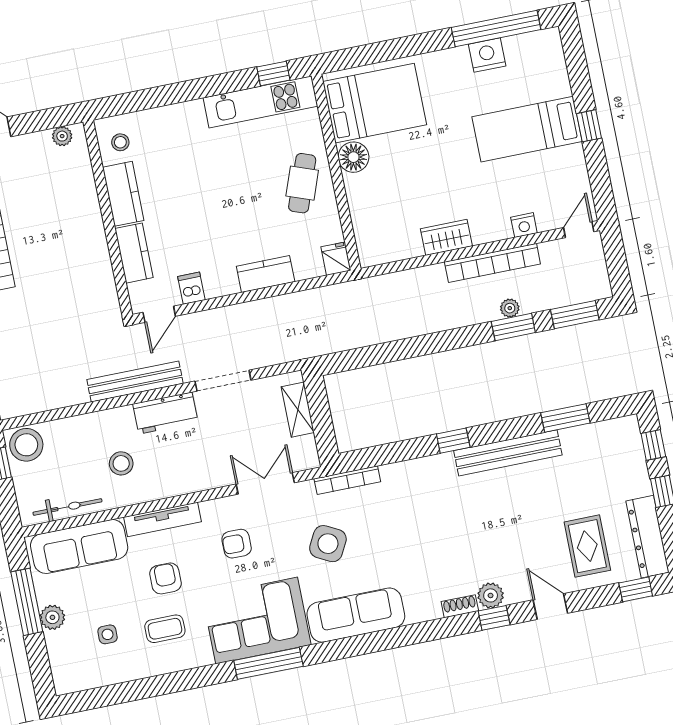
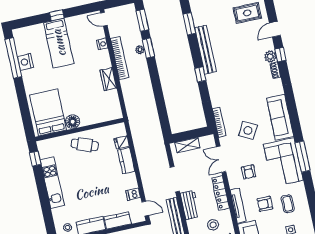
kitchen unit: (260, 102) -> (52, 183), moved
fridge: (336, 259) -> (122, 142), moved
locker: (191, 481) -> (221, 193), added

